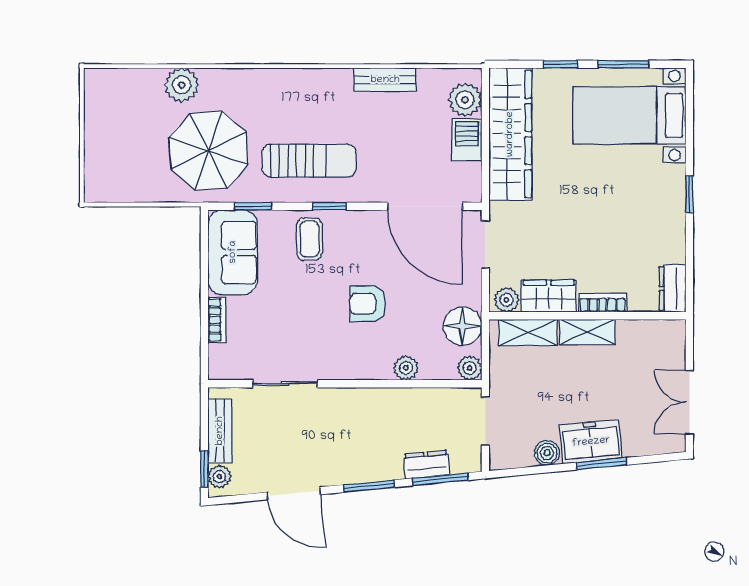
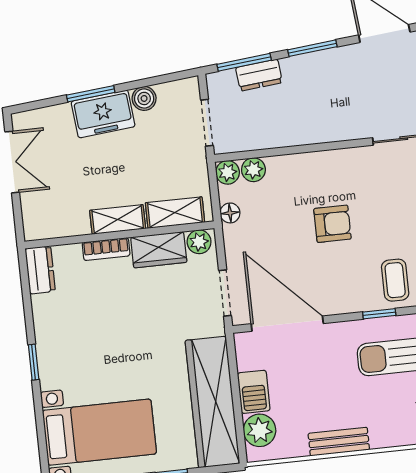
floor lamp: (462, 326) -> (230, 213), width x0.53, depth x0.53
plant: (406, 368) -> (253, 170), moved

